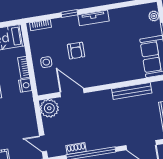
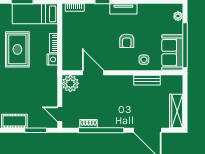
armchair: (76, 51) -> (127, 41), moved
side table: (46, 62) -> (144, 60), moved
bench: (132, 91) -> (147, 80), width x0.73

